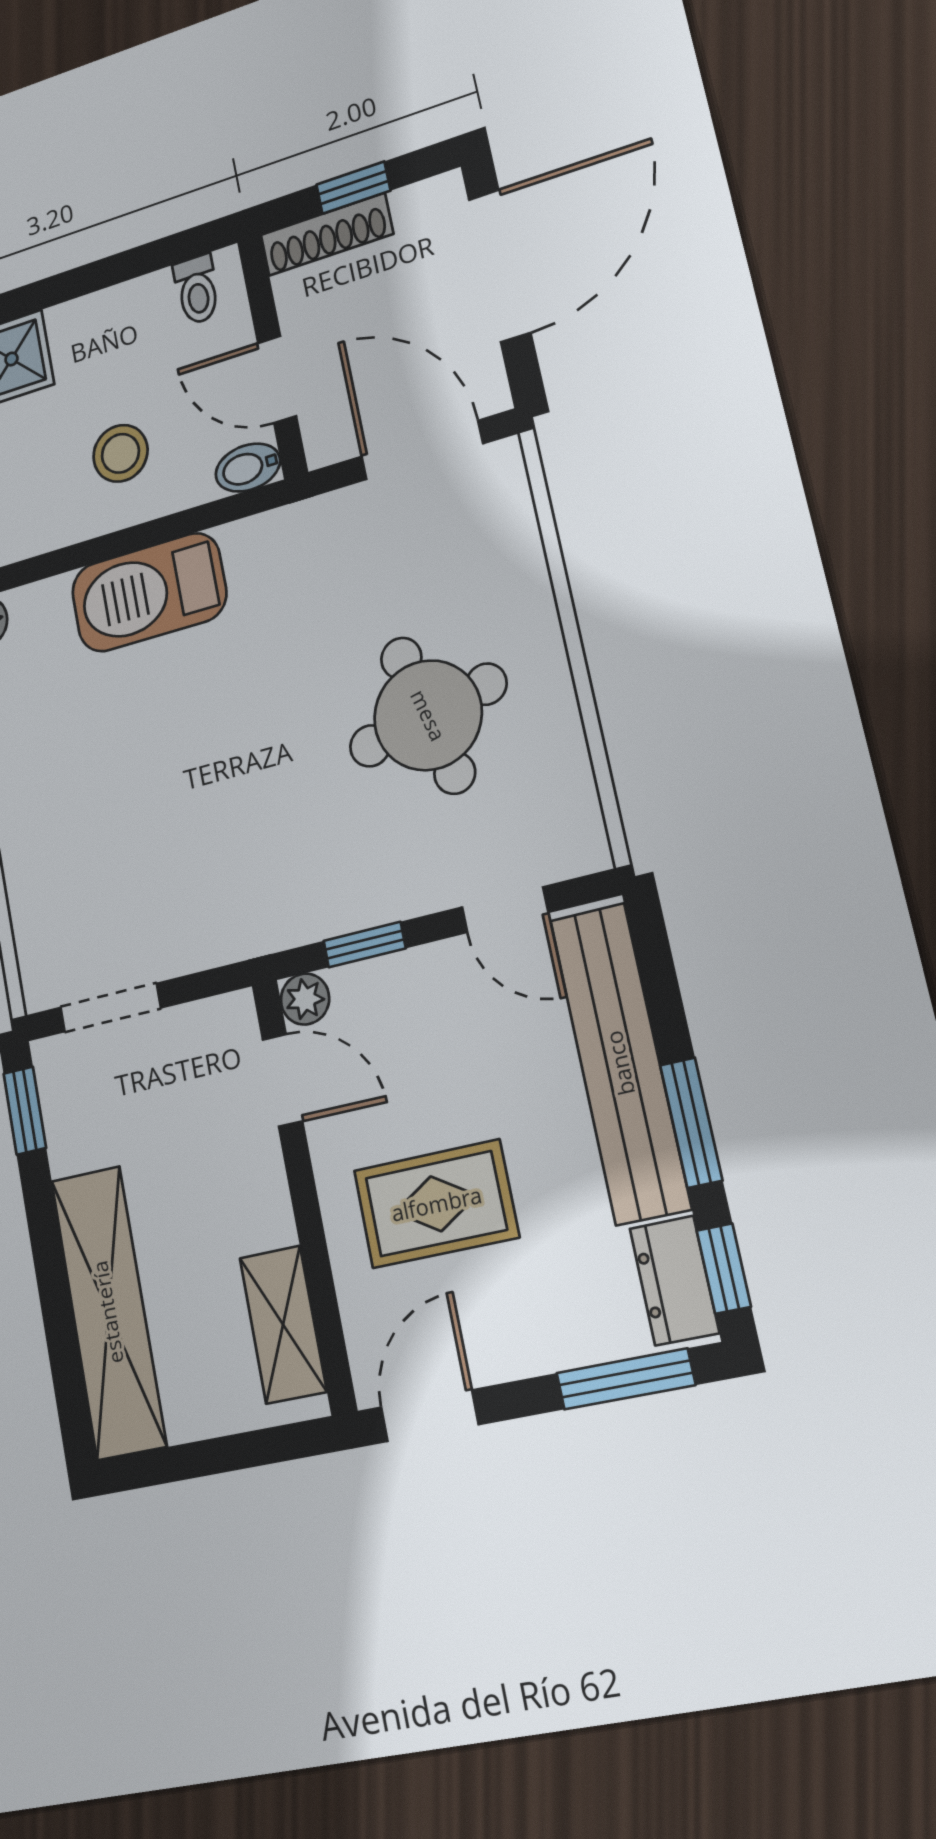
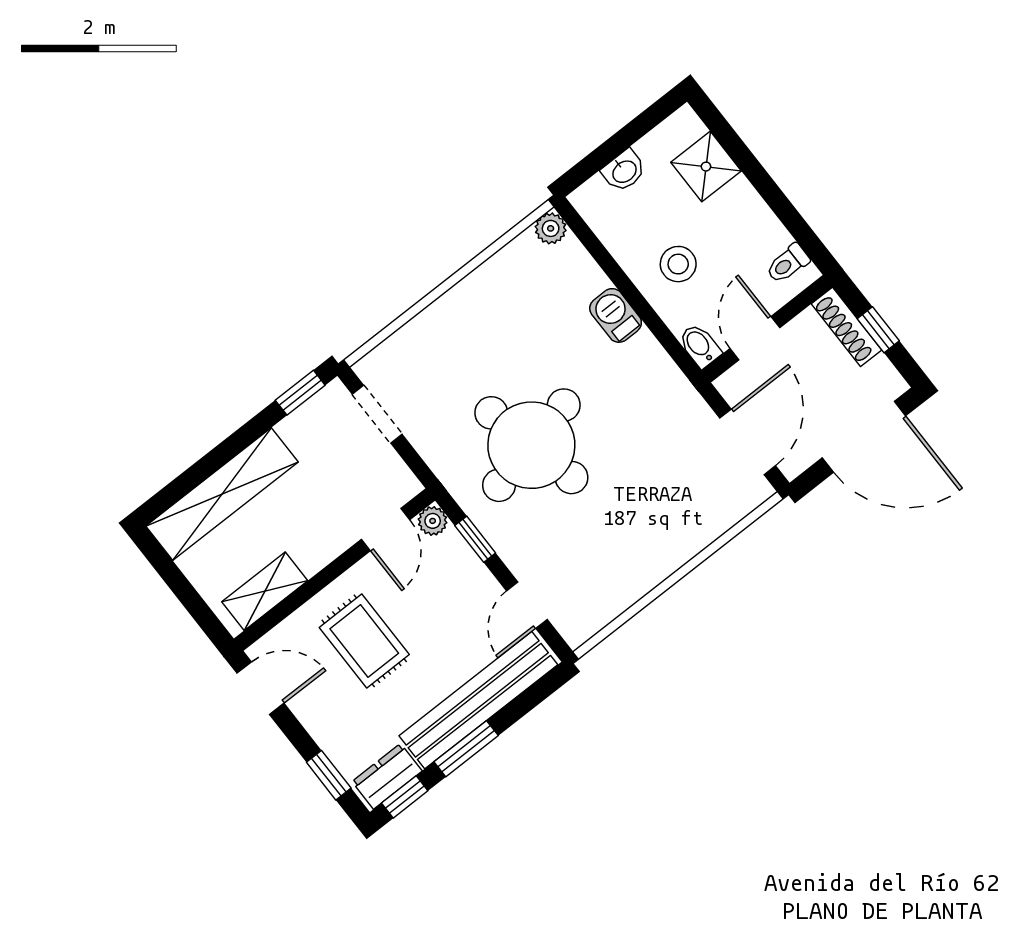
barbecue: (149, 592) -> (616, 315), width x0.53, depth x0.65
round table: (428, 715) -> (531, 445), moved, width x1.36, depth x1.36
window: (626, 1379) -> (329, 775), width x0.67

